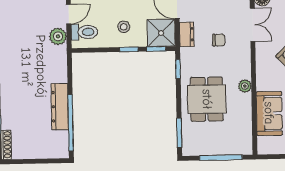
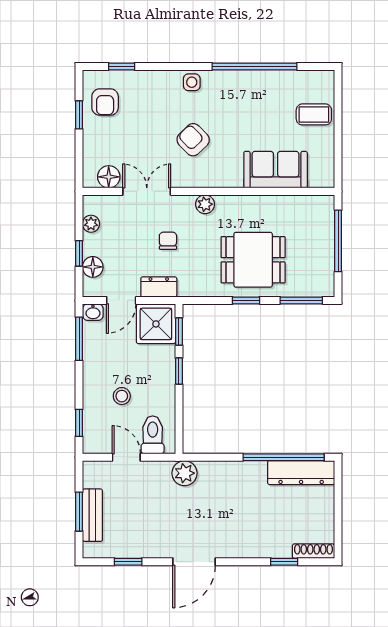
stool: (124, 27) -> (122, 396), moved
plant: (58, 36) -> (185, 473), moved
window: (178, 69) -> (246, 300), moved
plant: (245, 86) -> (205, 204), moved
dresser: (60, 107) -> (301, 473), moved

